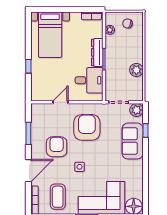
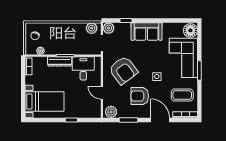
plant: (136, 70) -> (92, 28), moved
plant: (38, 113) -> (111, 112), added
armchair: (87, 127) -> (123, 70), turned -127
sofa: (133, 141) -> (147, 31), moved

